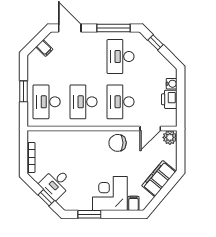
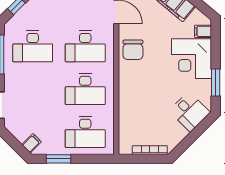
filing cabinet: (44, 48) -> (32, 143), moved
window: (24, 91) -> (59, 159), moved
desk: (56, 183) -> (190, 112), moved
window: (46, 198) -> (196, 133), removed

